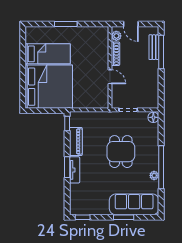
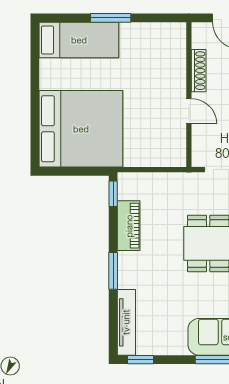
plant: (116, 36) -> (200, 39), removed
bed: (48, 54) -> (79, 40), moved
tv unit: (75, 170) -> (126, 322), moved, width x1.41

